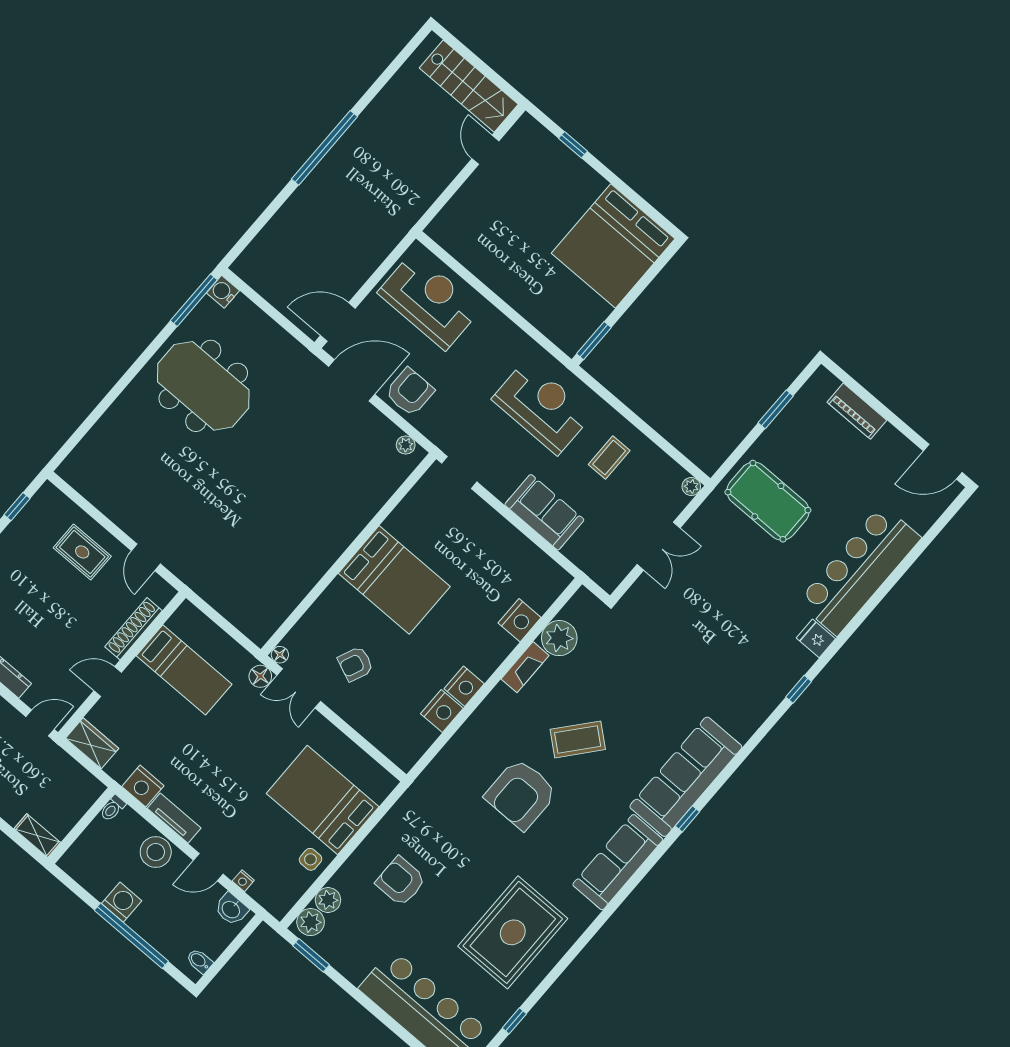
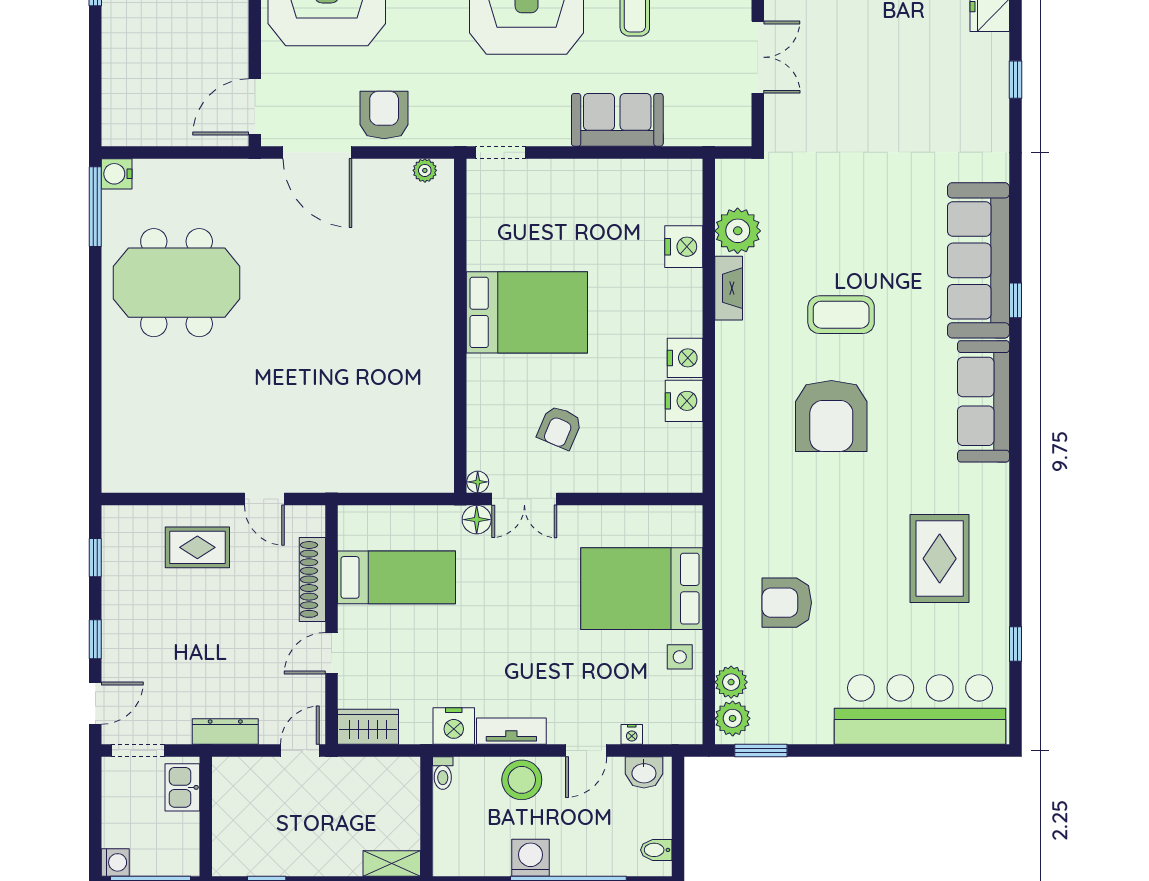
door: (352, 380) -> (317, 152), swing flipped
coffee table: (578, 739) -> (841, 315), turned 50
rug: (513, 932) -> (940, 559), width x0.73, depth x0.69

